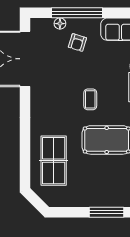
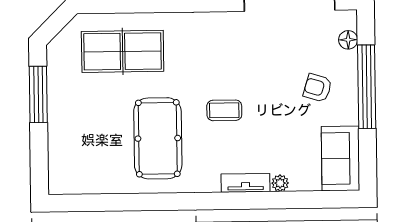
floor lamp: (60, 24) -> (348, 40), moved
window: (106, 212) -> (38, 94), moved

